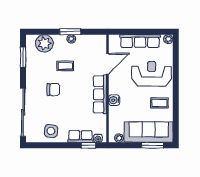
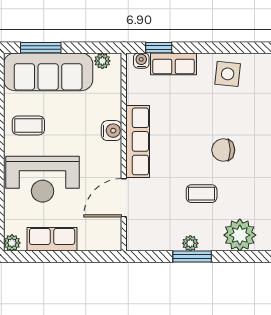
row of seats: (140, 41) -> (52, 239), width x0.68

